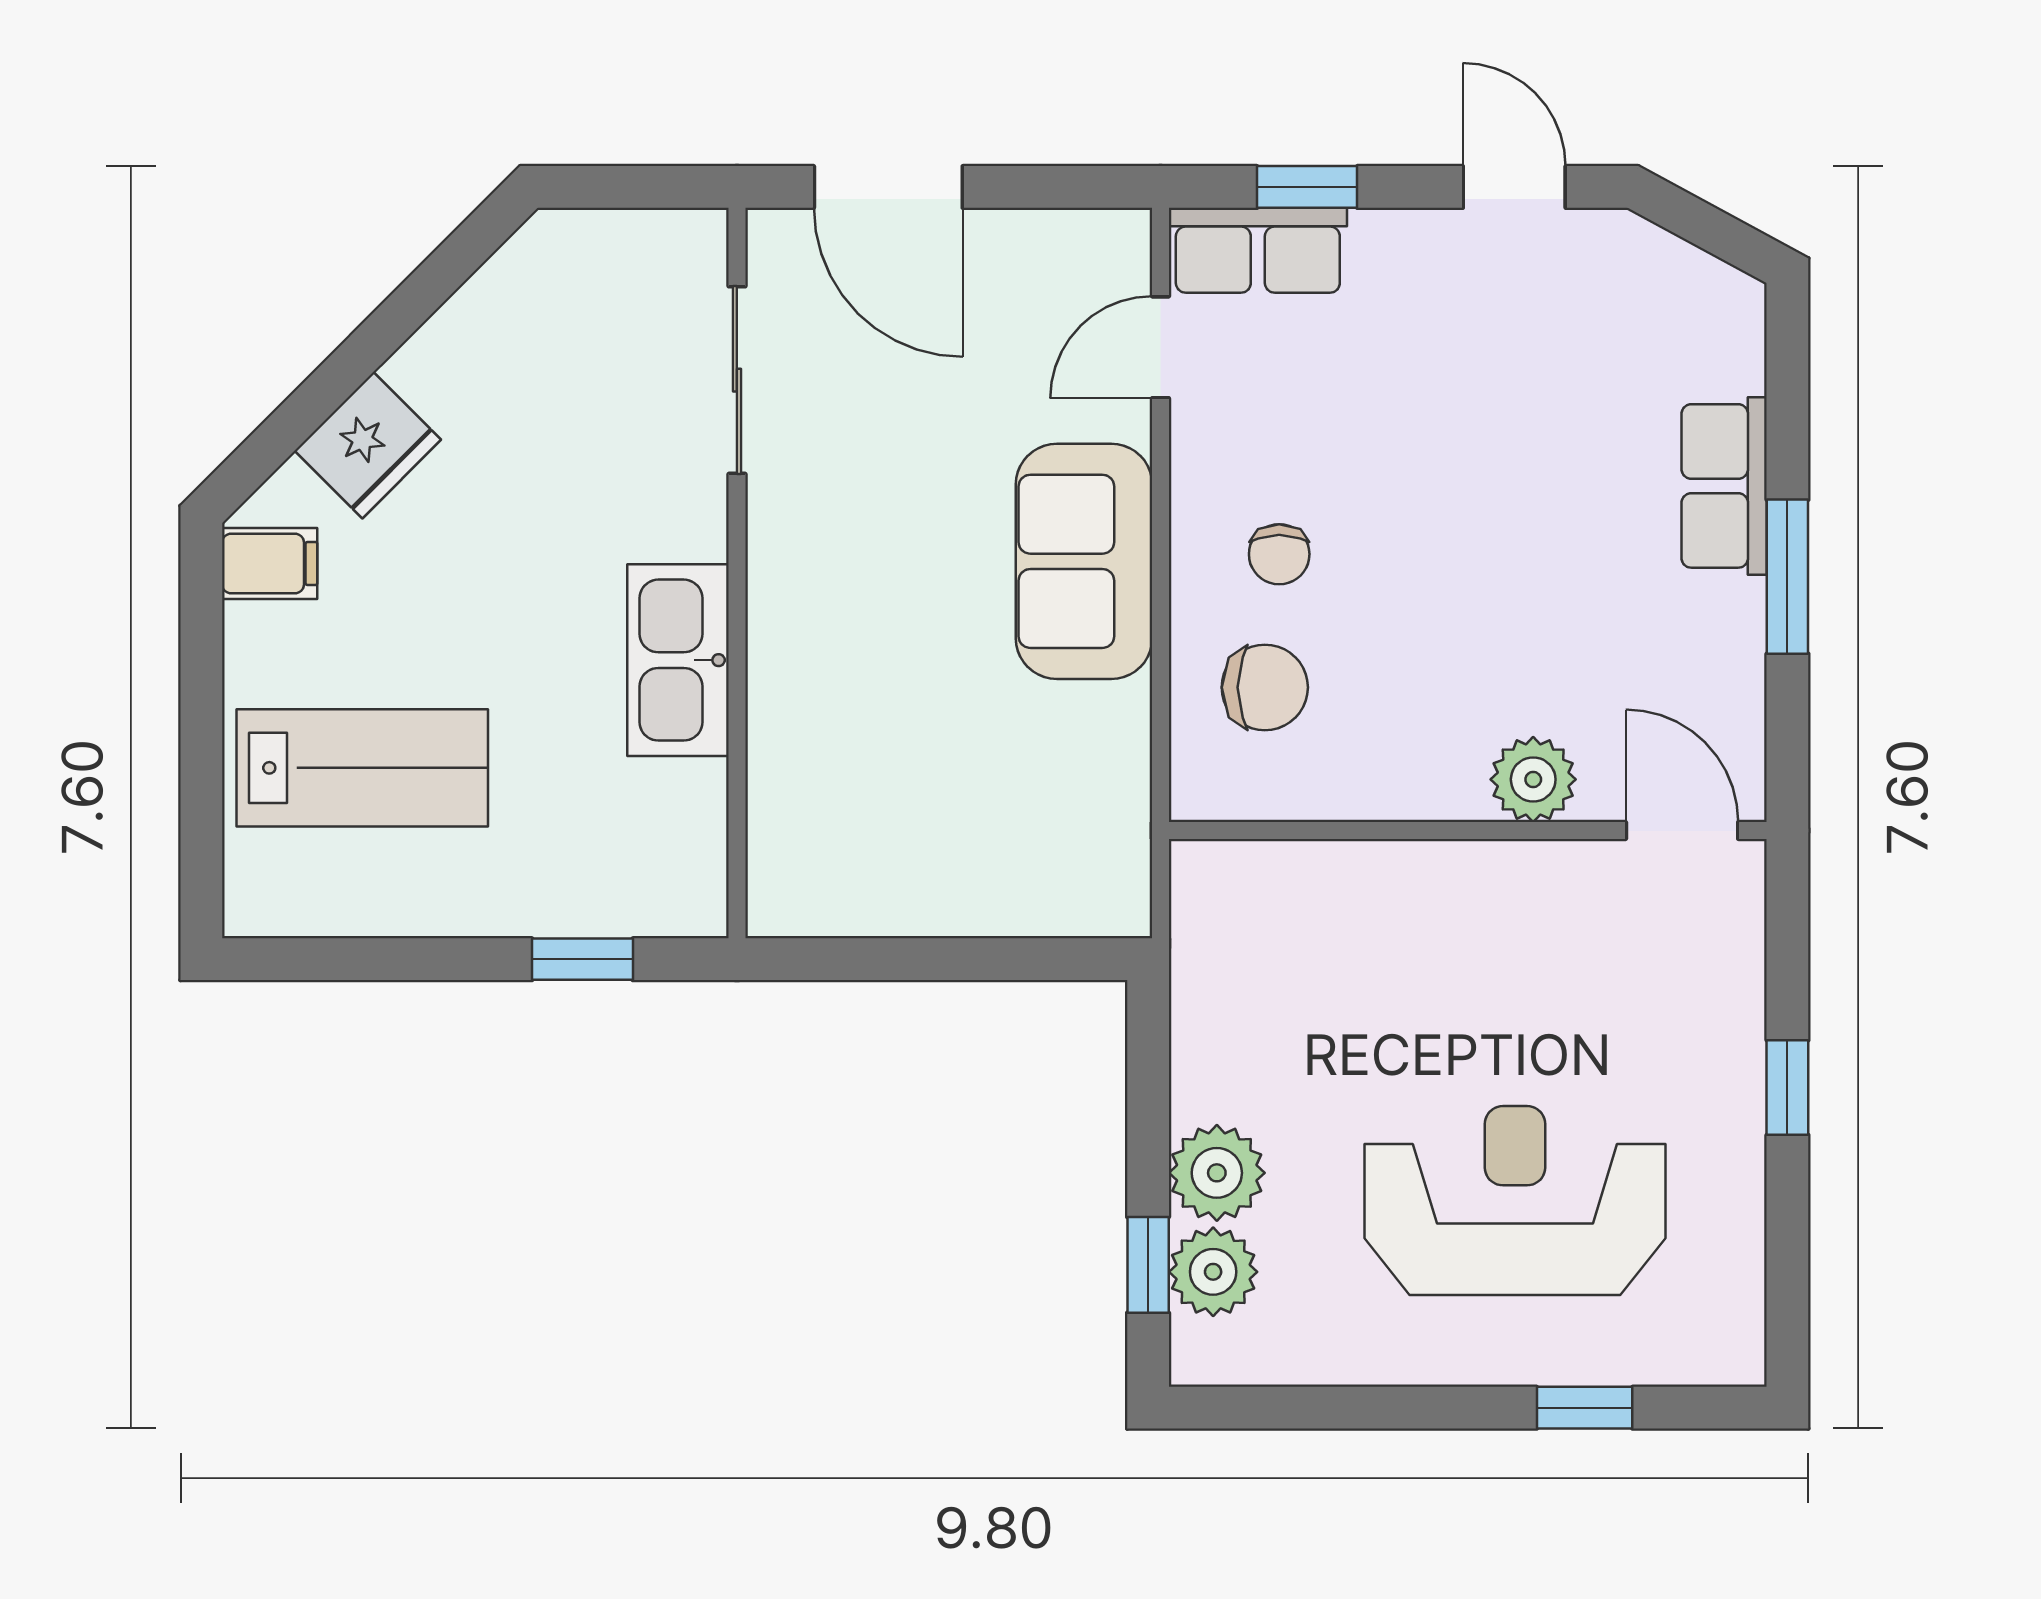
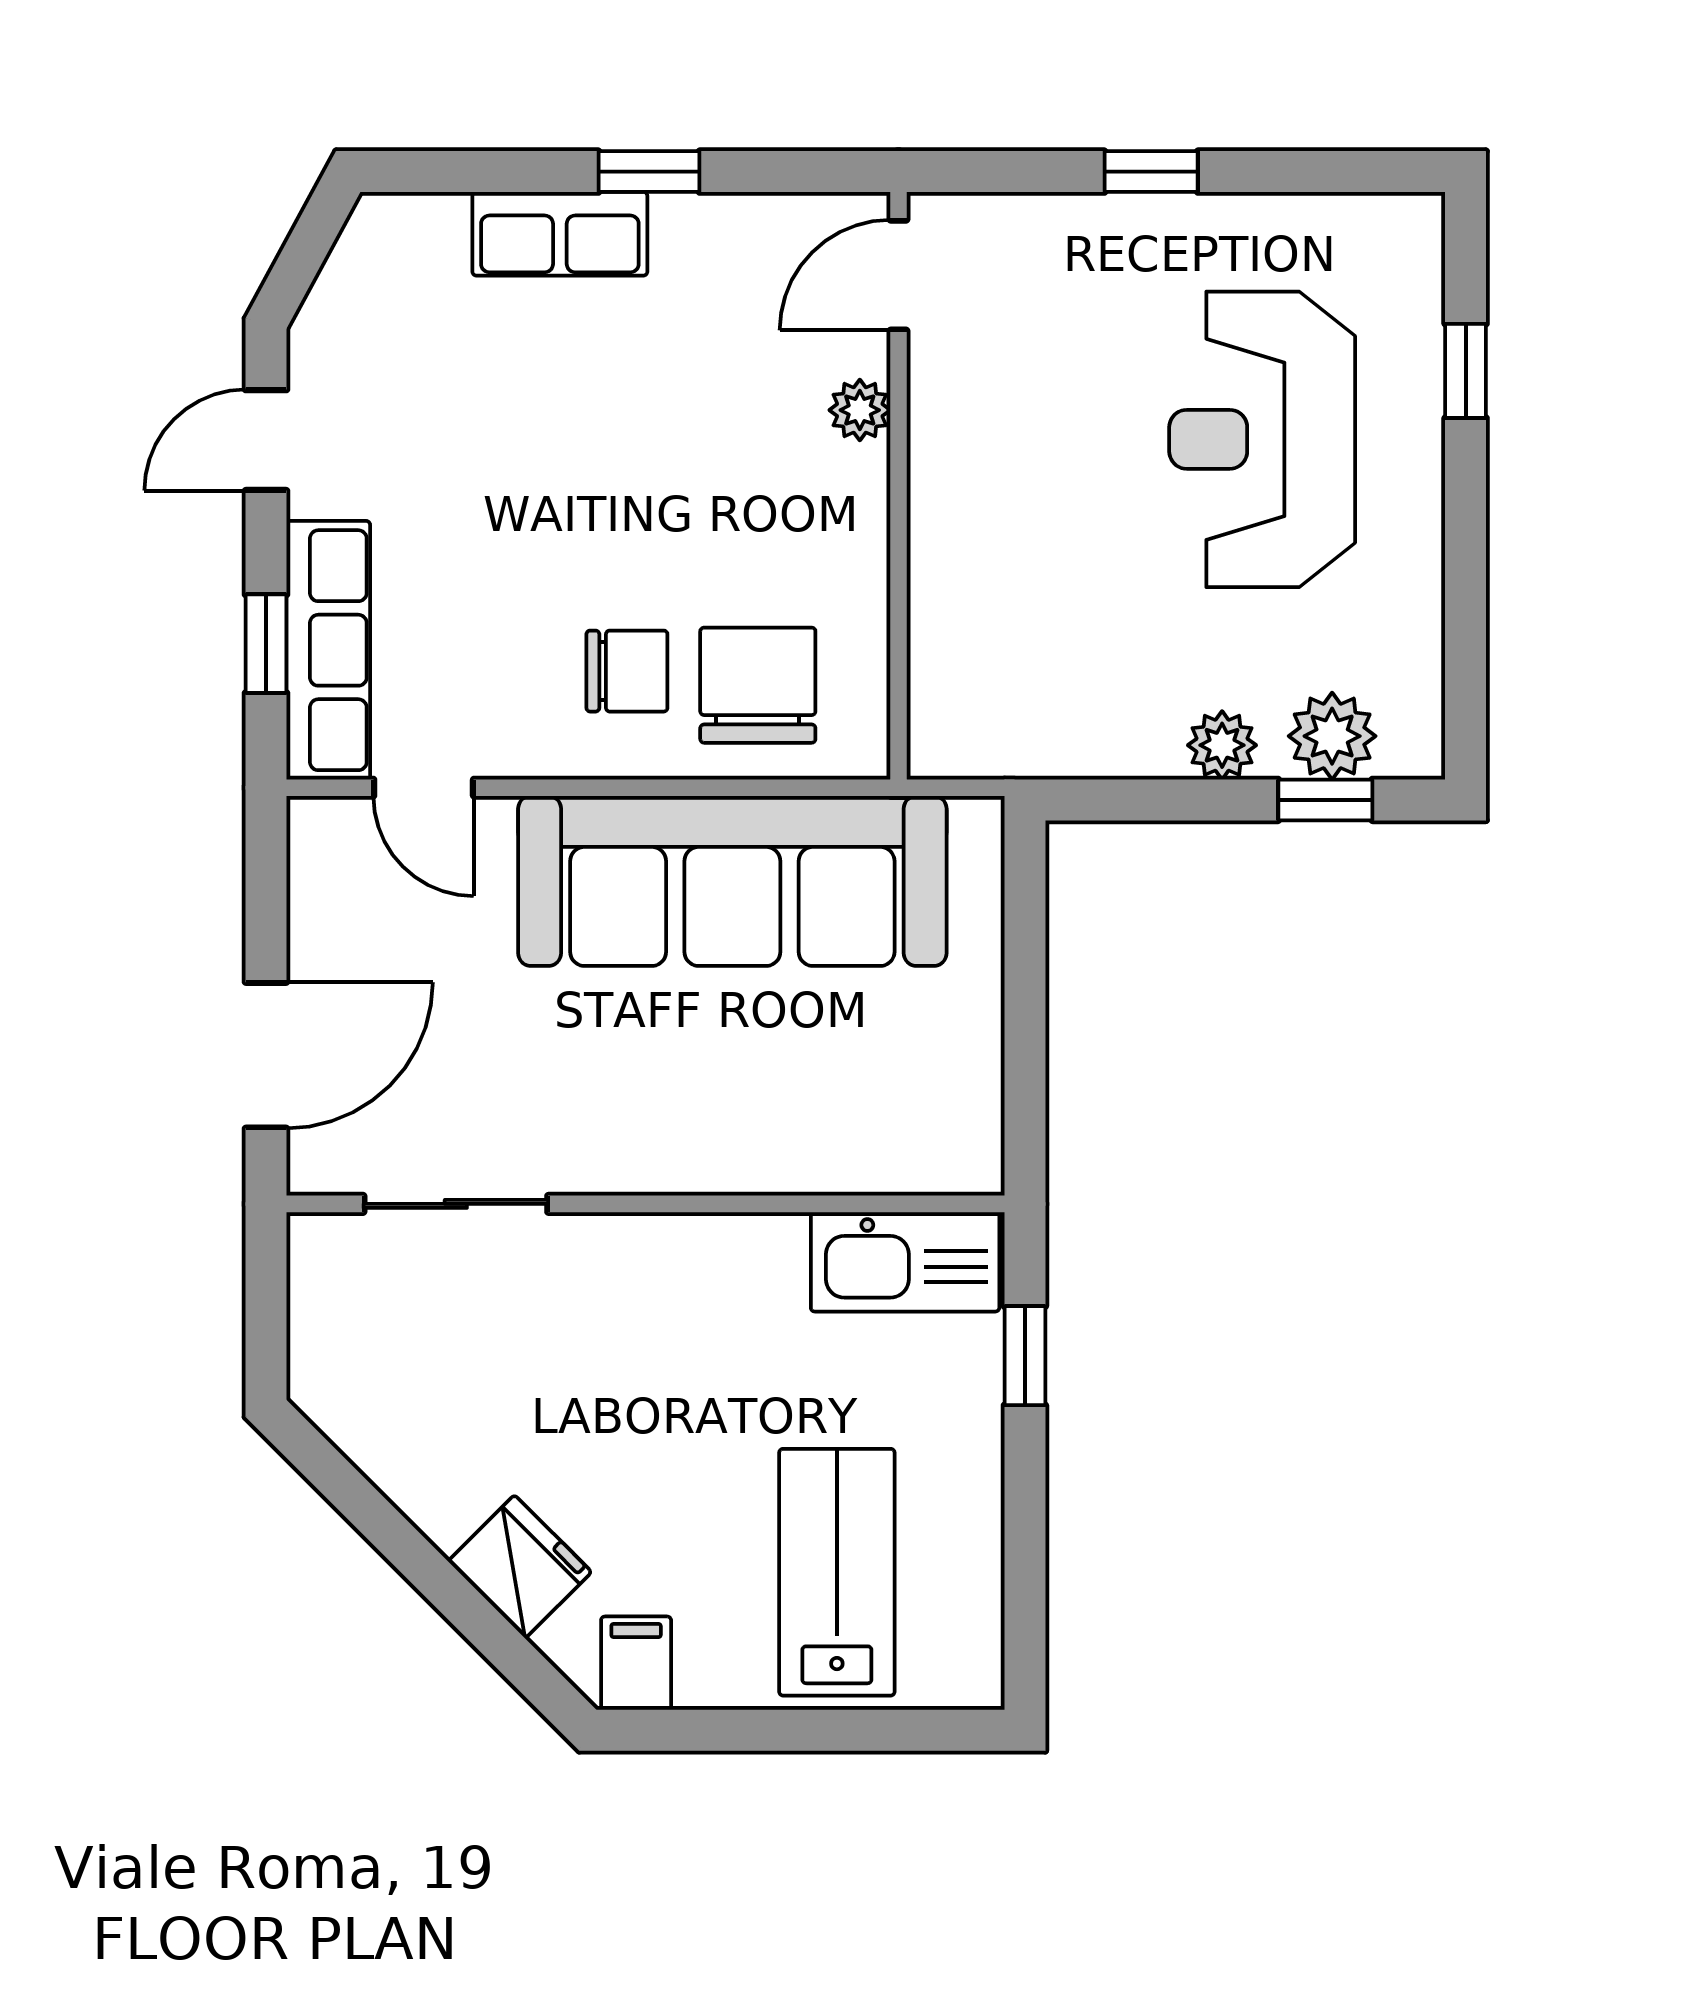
row of seats: (1258, 250) -> (328, 650), width x1.48
chair: (1279, 554) -> (627, 671), width x1.37, depth x1.37
sofa: (1084, 561) -> (732, 881), width x1.85, depth x1.27
window: (1787, 577) -> (649, 172), width x0.67
kitchen sink: (678, 660) -> (905, 1262), moved
chair: (1265, 687) -> (758, 685), width x1.37, depth x1.37
plant: (1533, 779) -> (860, 410), width x0.73, depth x0.73
plant: (1217, 1173) -> (1222, 745), width x0.73, depth x0.73

